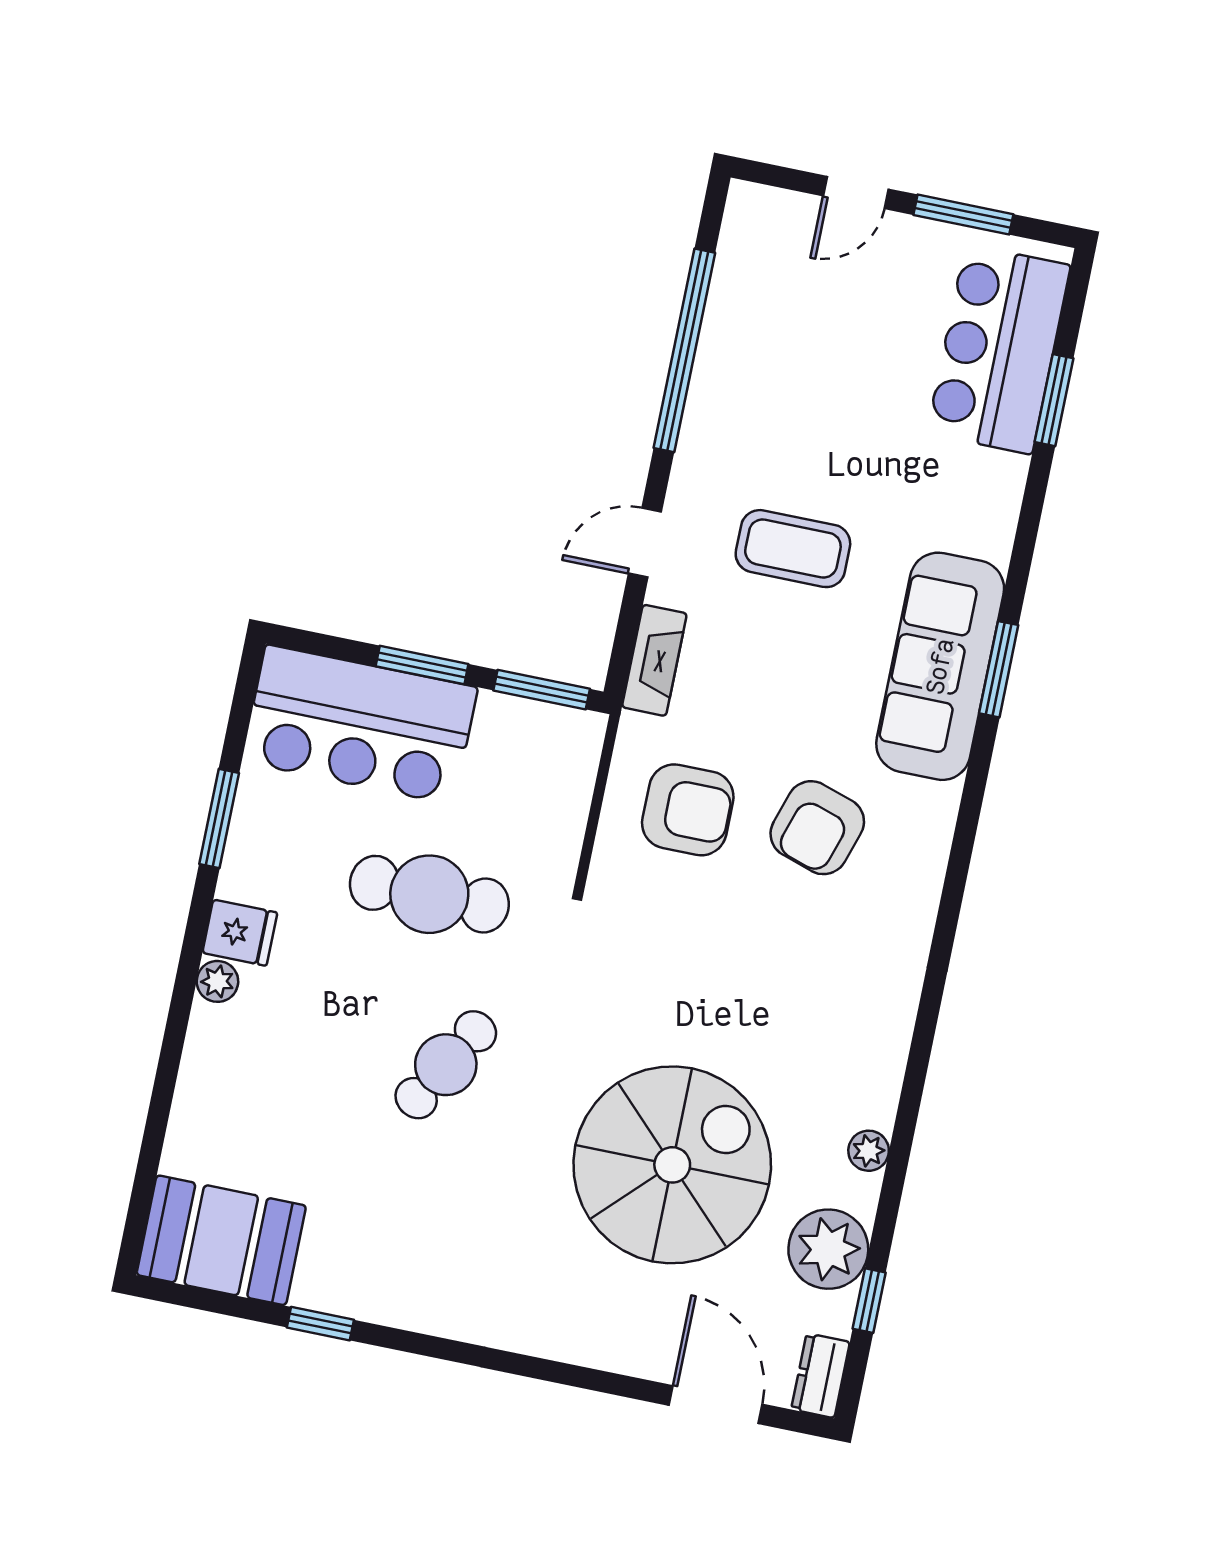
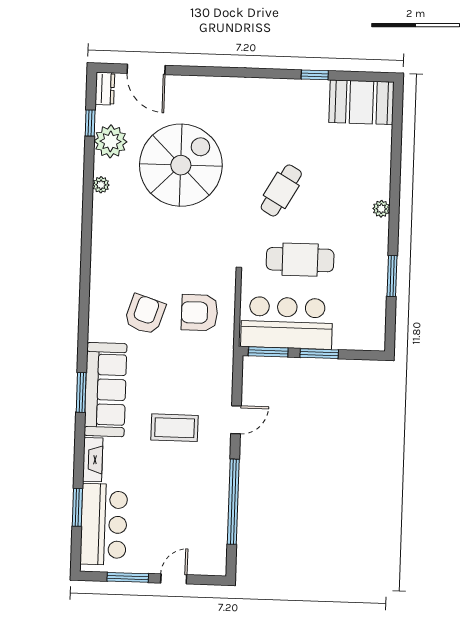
fireplace: (654, 660) -> (93, 460), moved, turned 180
bar counter: (360, 725) -> (287, 323), moved
fridge: (240, 933) -> (375, 230), removed
spiral stairs: (672, 1165) -> (181, 165), turned 180

